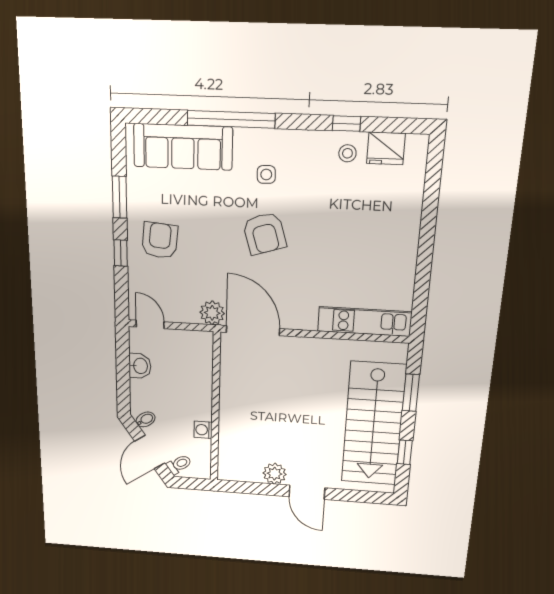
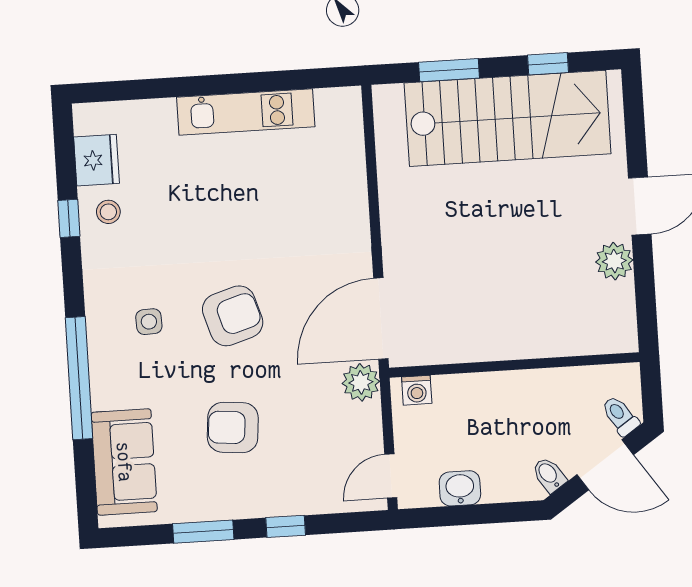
sofa: (183, 147) -> (124, 462), width x0.73
armchair: (160, 240) -> (233, 427), moved
kitchen unit: (365, 322) -> (246, 112), moved, turned -90
washing machine: (203, 430) -> (417, 390), moved

